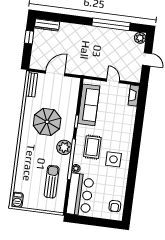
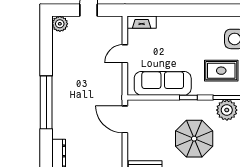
window: (111, 24) -> (46, 102), moved
door: (55, 73) -> (125, 119), moved

